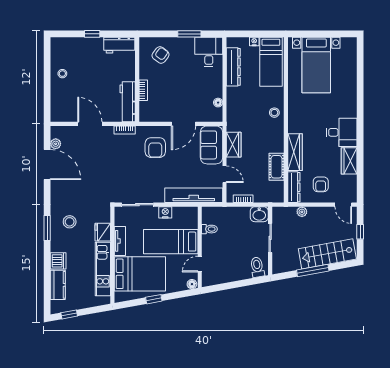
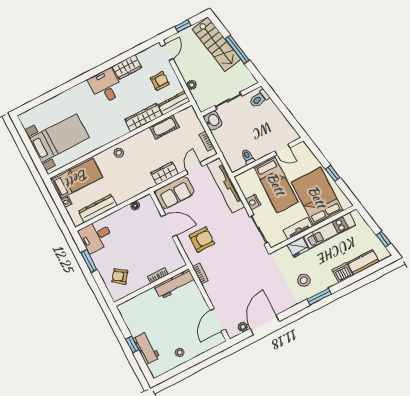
workbench: (119, 45) -> (146, 348), moved
door: (90, 124) -> (218, 320), moved
floor lamp: (192, 284) -> (303, 147), removed

